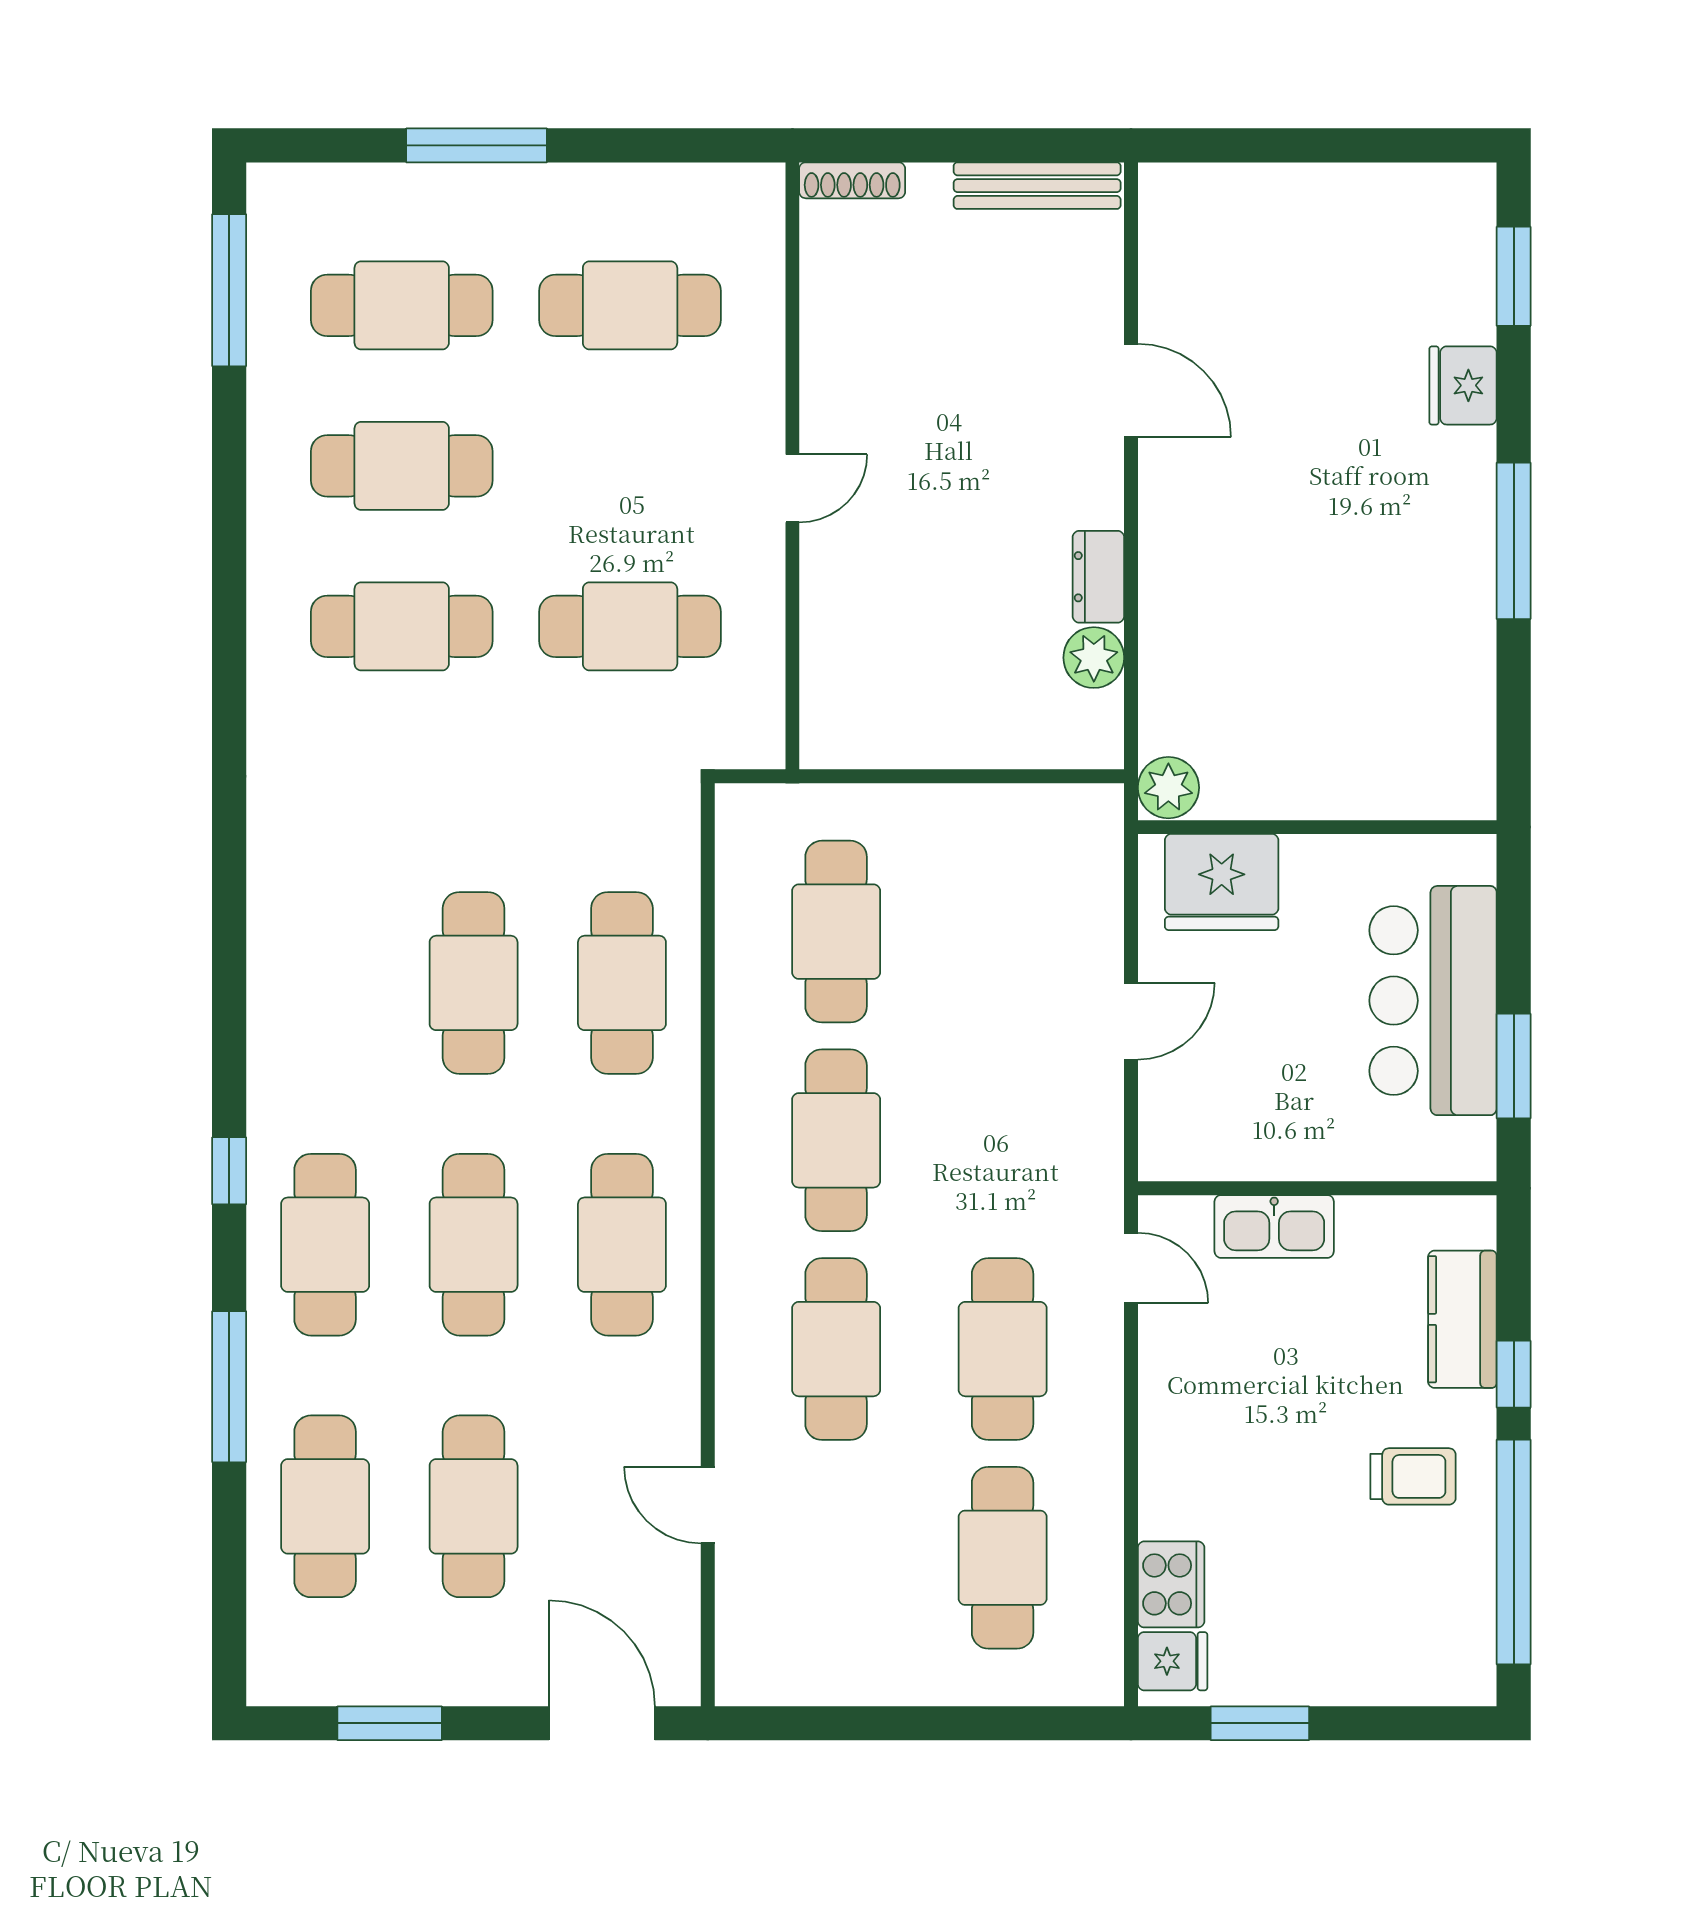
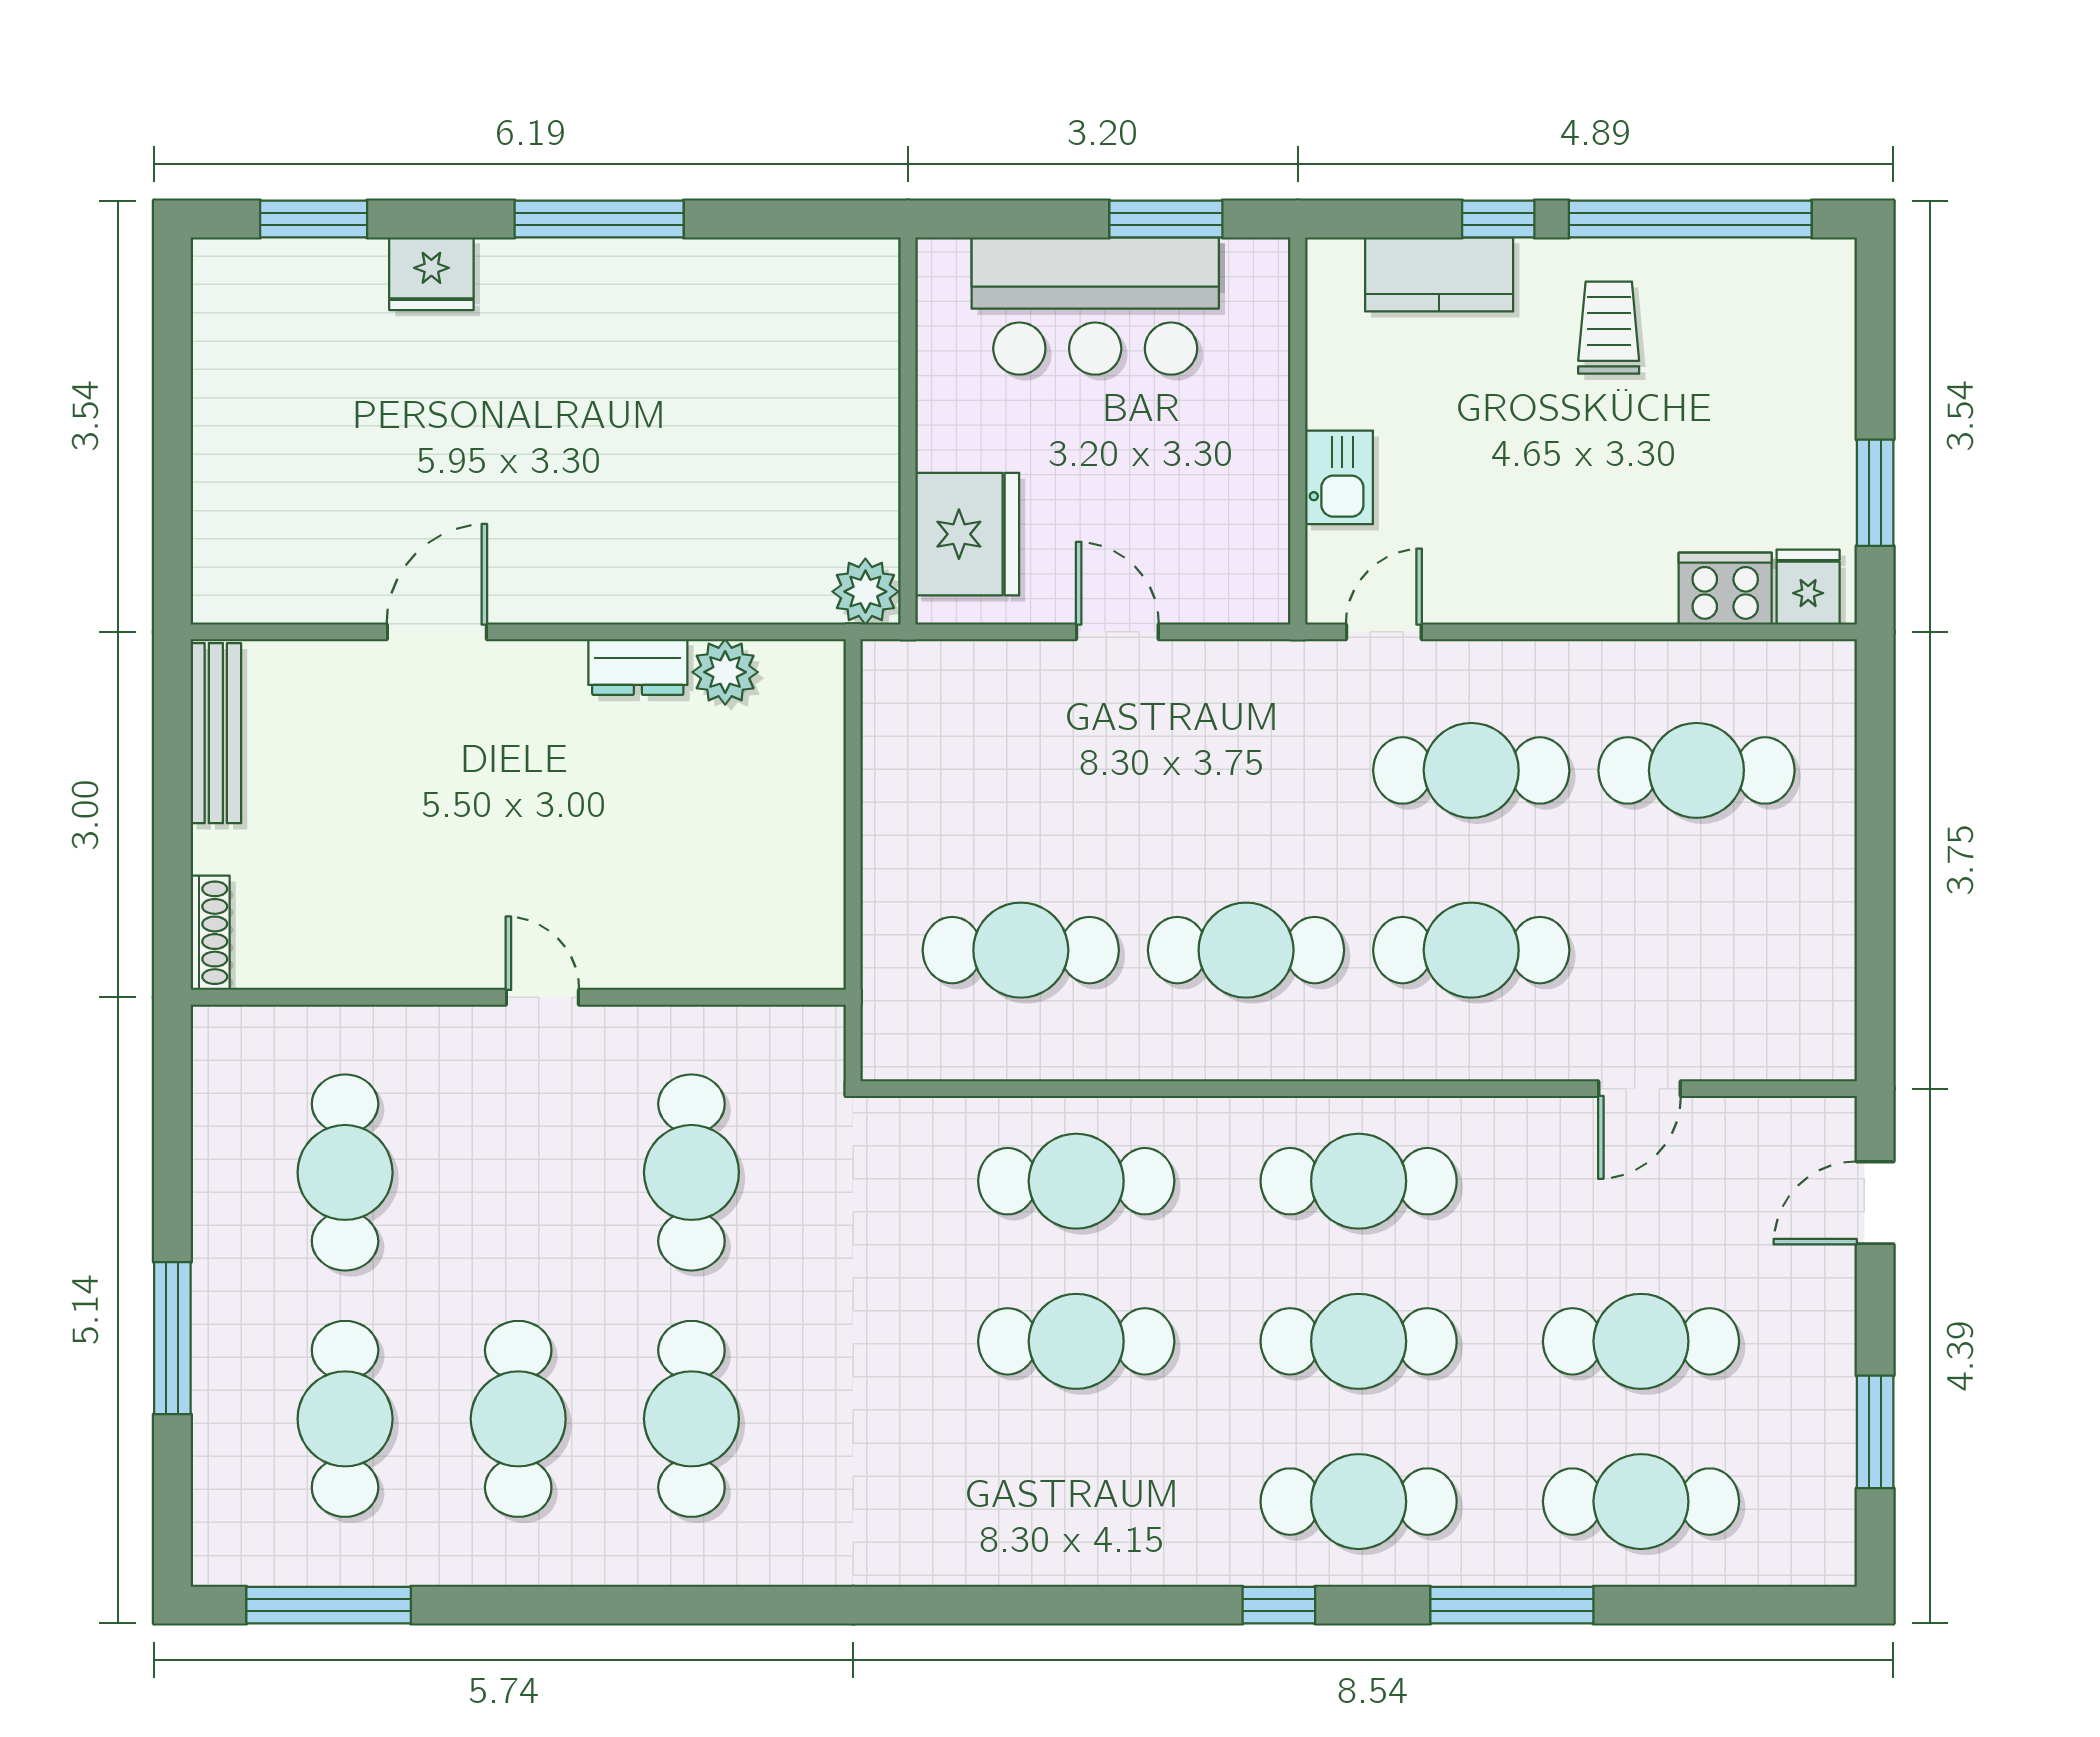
kitchen sink: (1274, 1226) -> (1339, 477), width x0.73
door: (602, 1723) -> (1875, 1203), width x0.73

